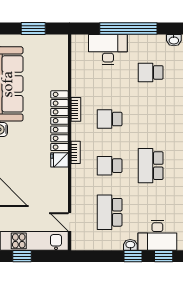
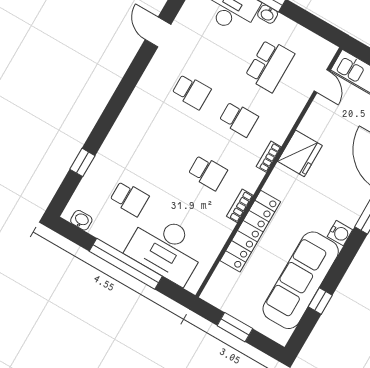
desk: (108, 49) -> (166, 248), width x1.36, depth x1.30
locker: (60, 121) -> (250, 231), moved
fridge: (60, 160) -> (300, 153), width x1.88, depth x1.34
school desk: (151, 166) -> (191, 92), width x0.54

